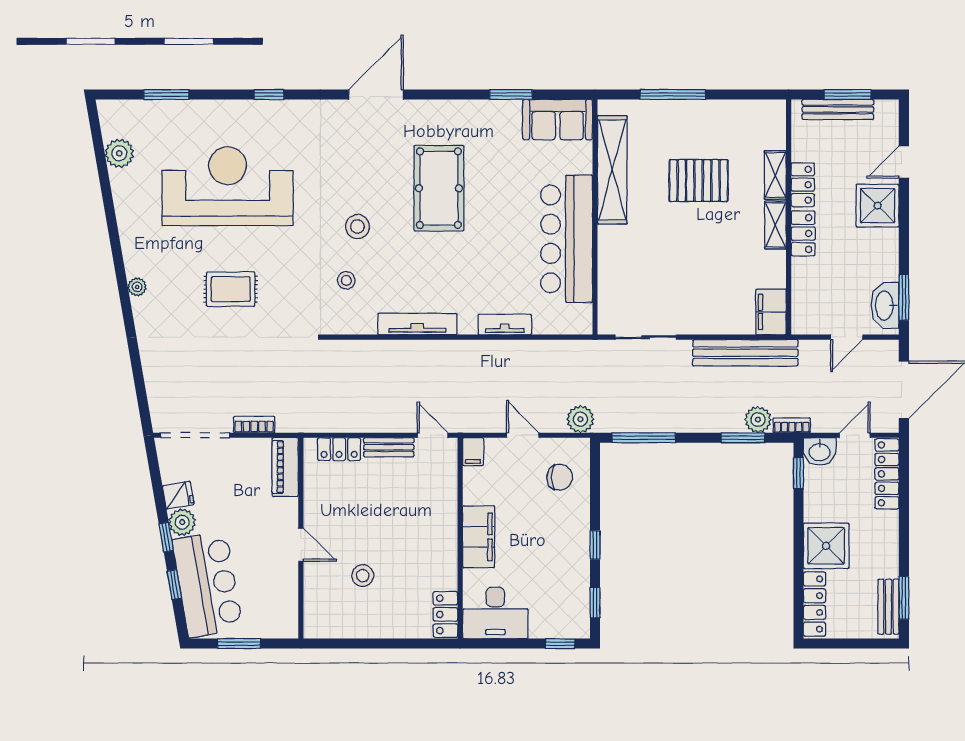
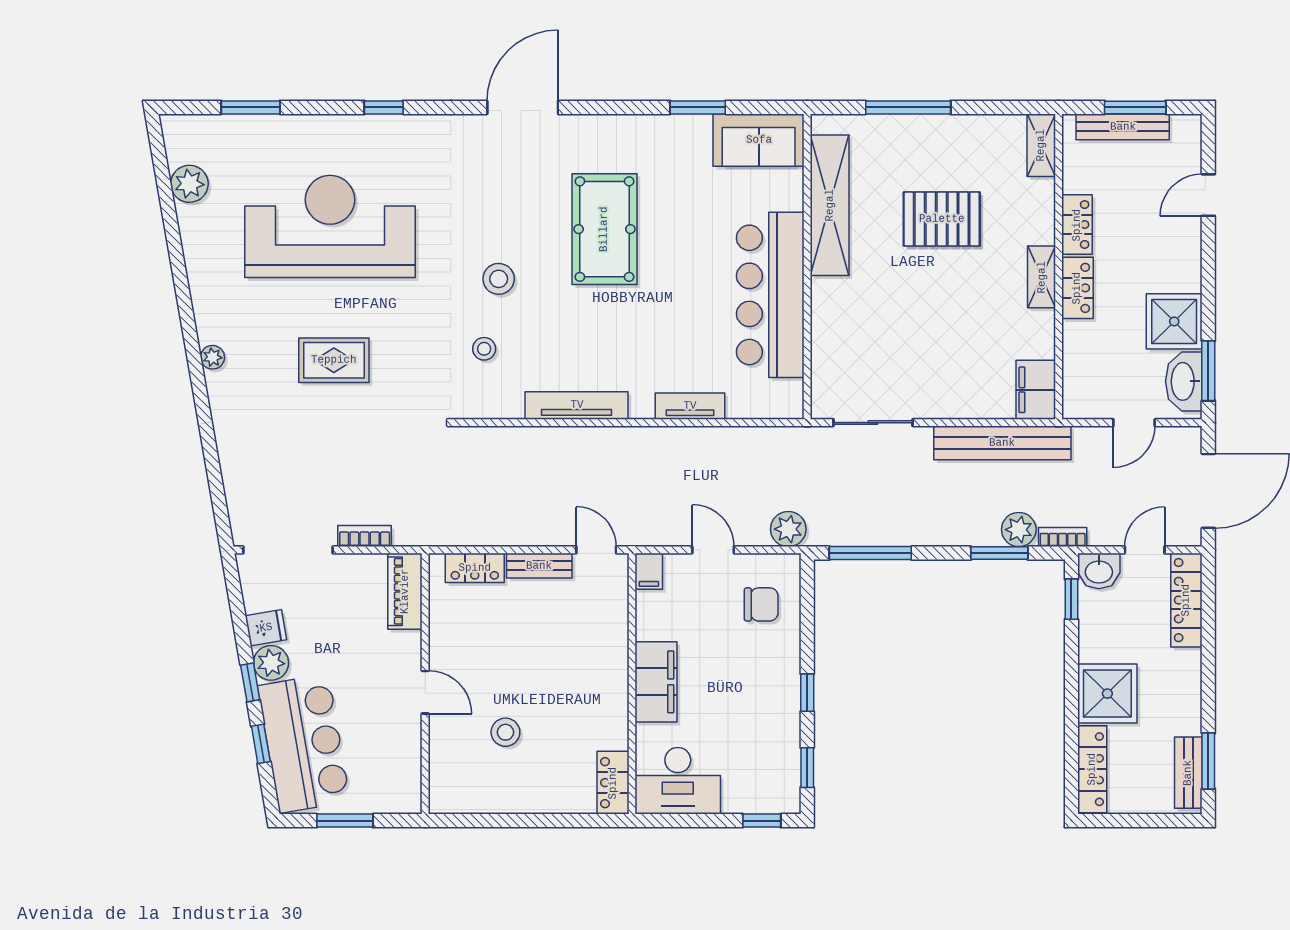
shelving: (775, 175) -> (1041, 145), moved
shower: (878, 206) -> (1174, 321), moved

